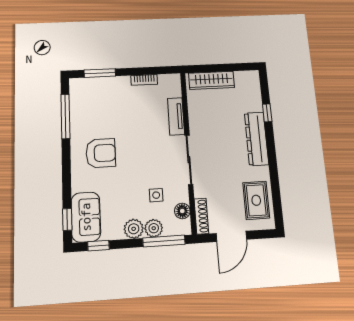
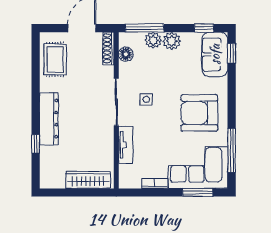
corner sofa: (100, 98) -> (198, 167), added
armchair: (101, 153) -> (199, 113), width x1.36, depth x1.36
side table: (156, 195) -> (146, 99), moved

